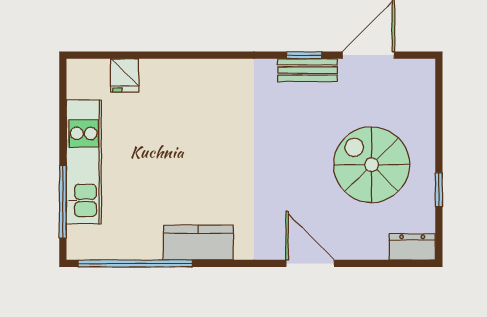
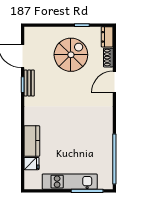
spiral stairs: (372, 165) -> (71, 55), turned 180
kitchen counter: (198, 243) -> (32, 141), moved, turned 180
shoe rack: (365, 250) -> (108, 58), added

